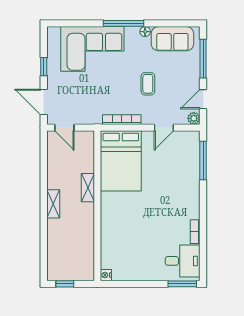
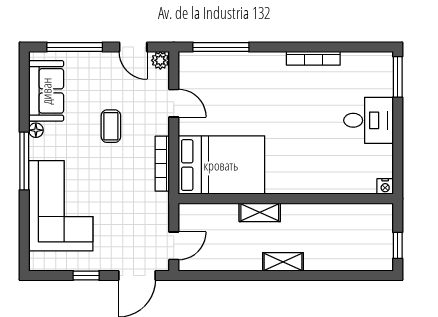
coffee table: (148, 84) -> (111, 126), turned 90
bookcase: (195, 232) -> (313, 58), width x1.56
desk: (183, 261) -> (369, 120), moved, turned 90

